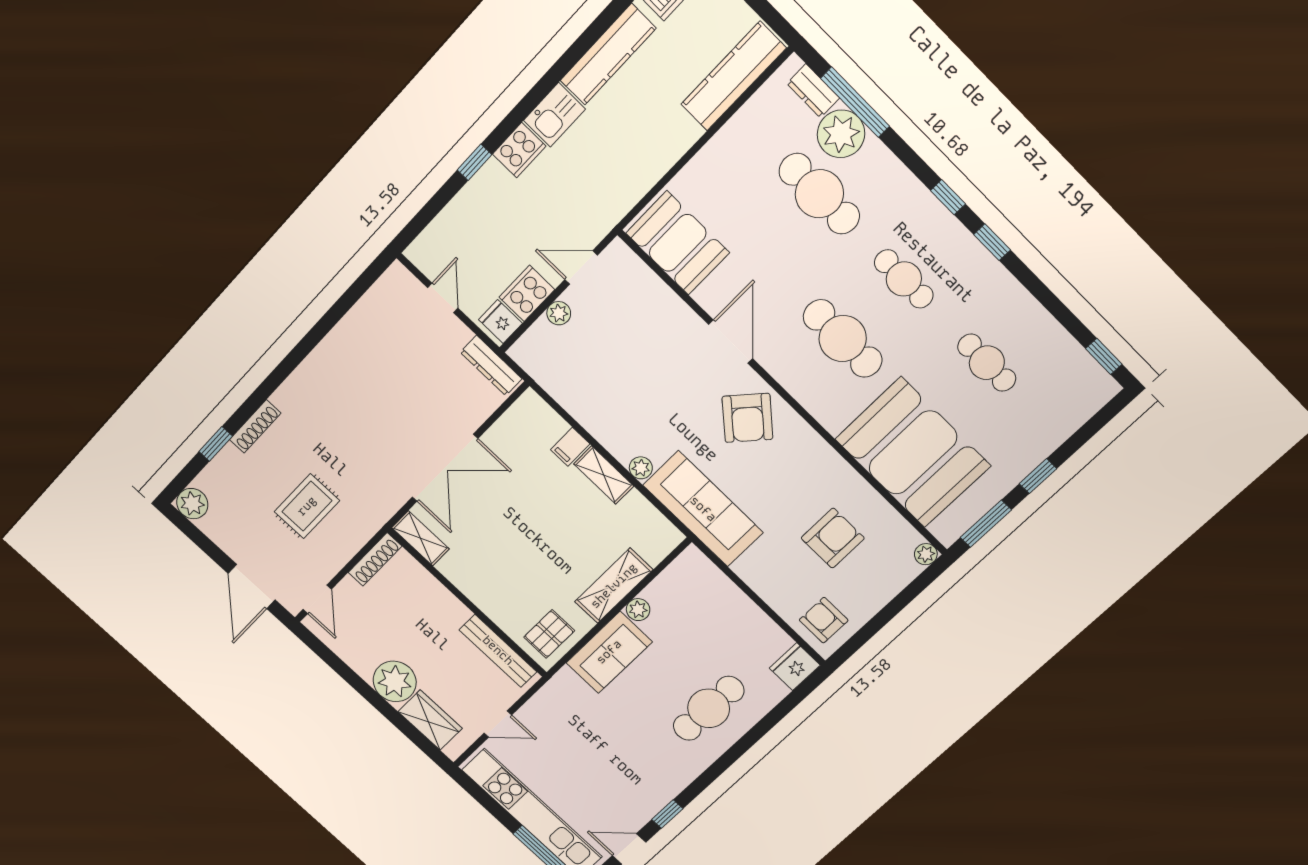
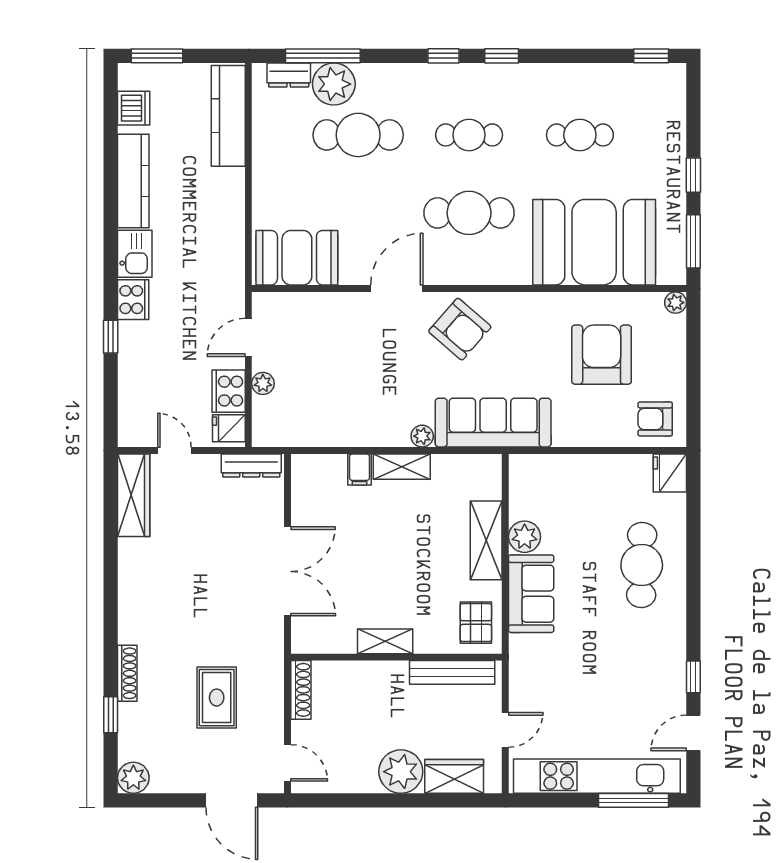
wardrobe: (380, 301) -> (134, 495), added
door: (731, 341) -> (397, 288), hinge flipped
shelving: (420, 538) -> (385, 641), moved
armchair: (833, 538) -> (602, 355), width x1.36, depth x1.36
plant: (638, 610) -> (525, 537), width x1.38, depth x1.38

